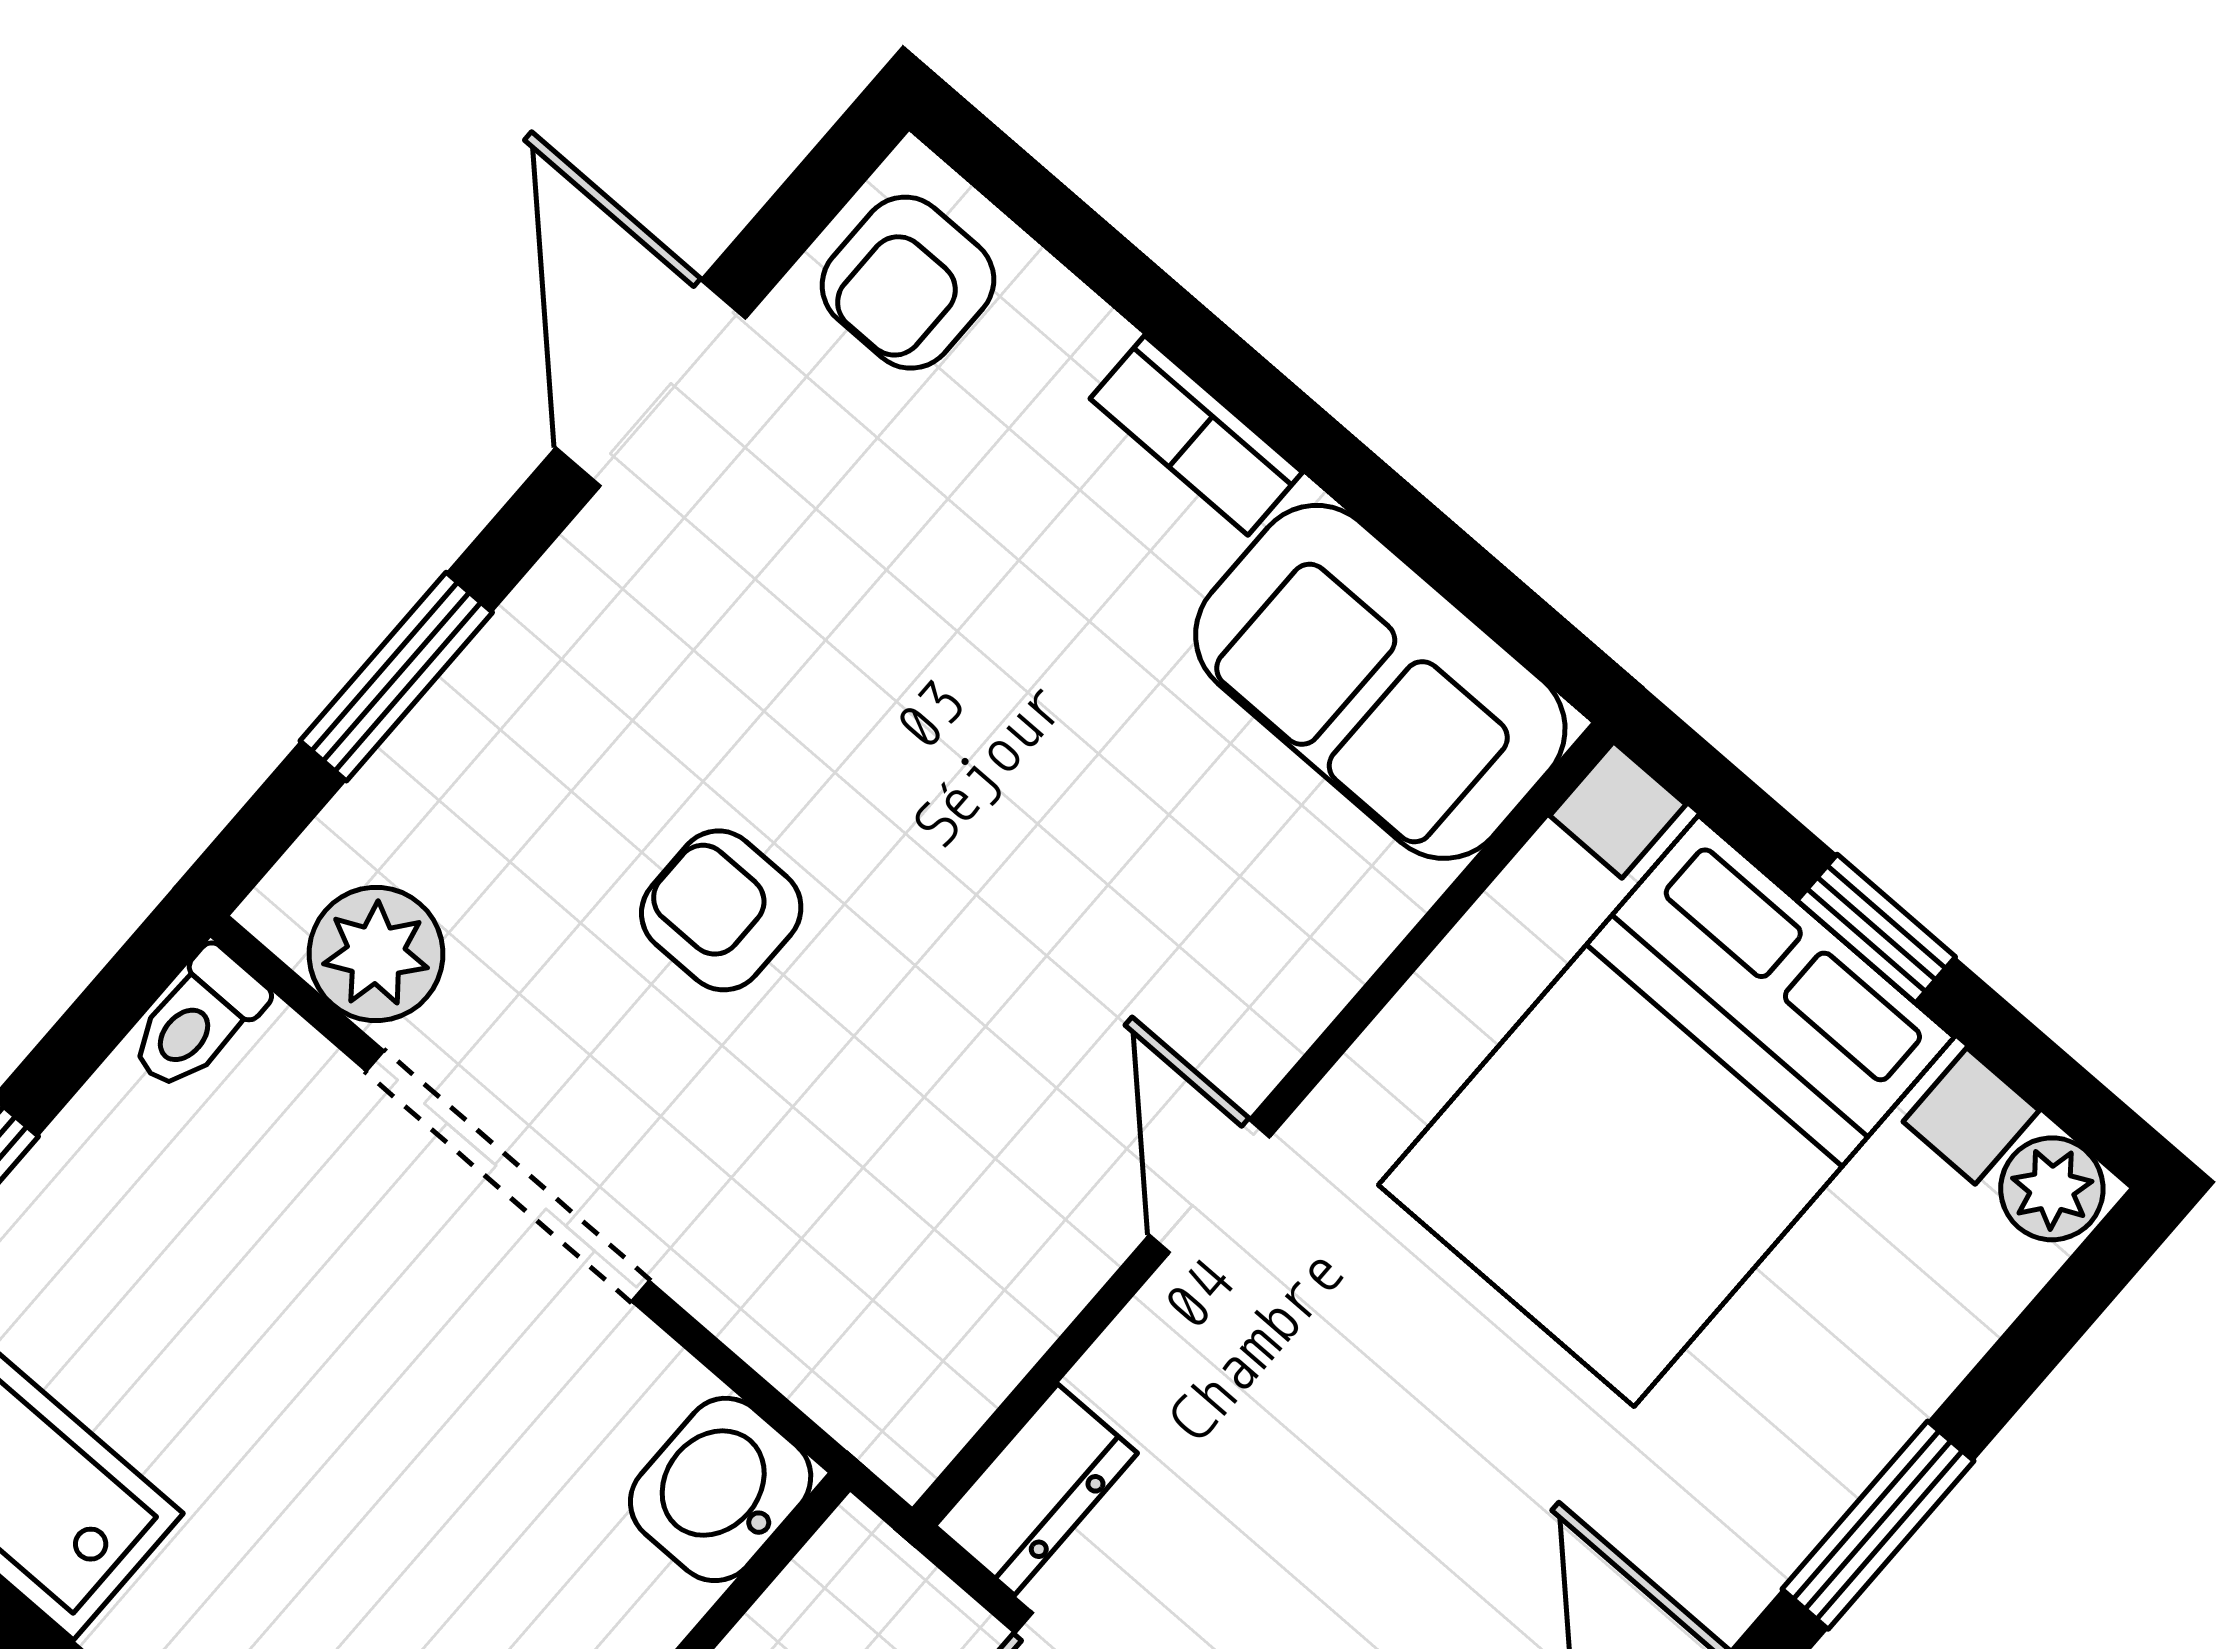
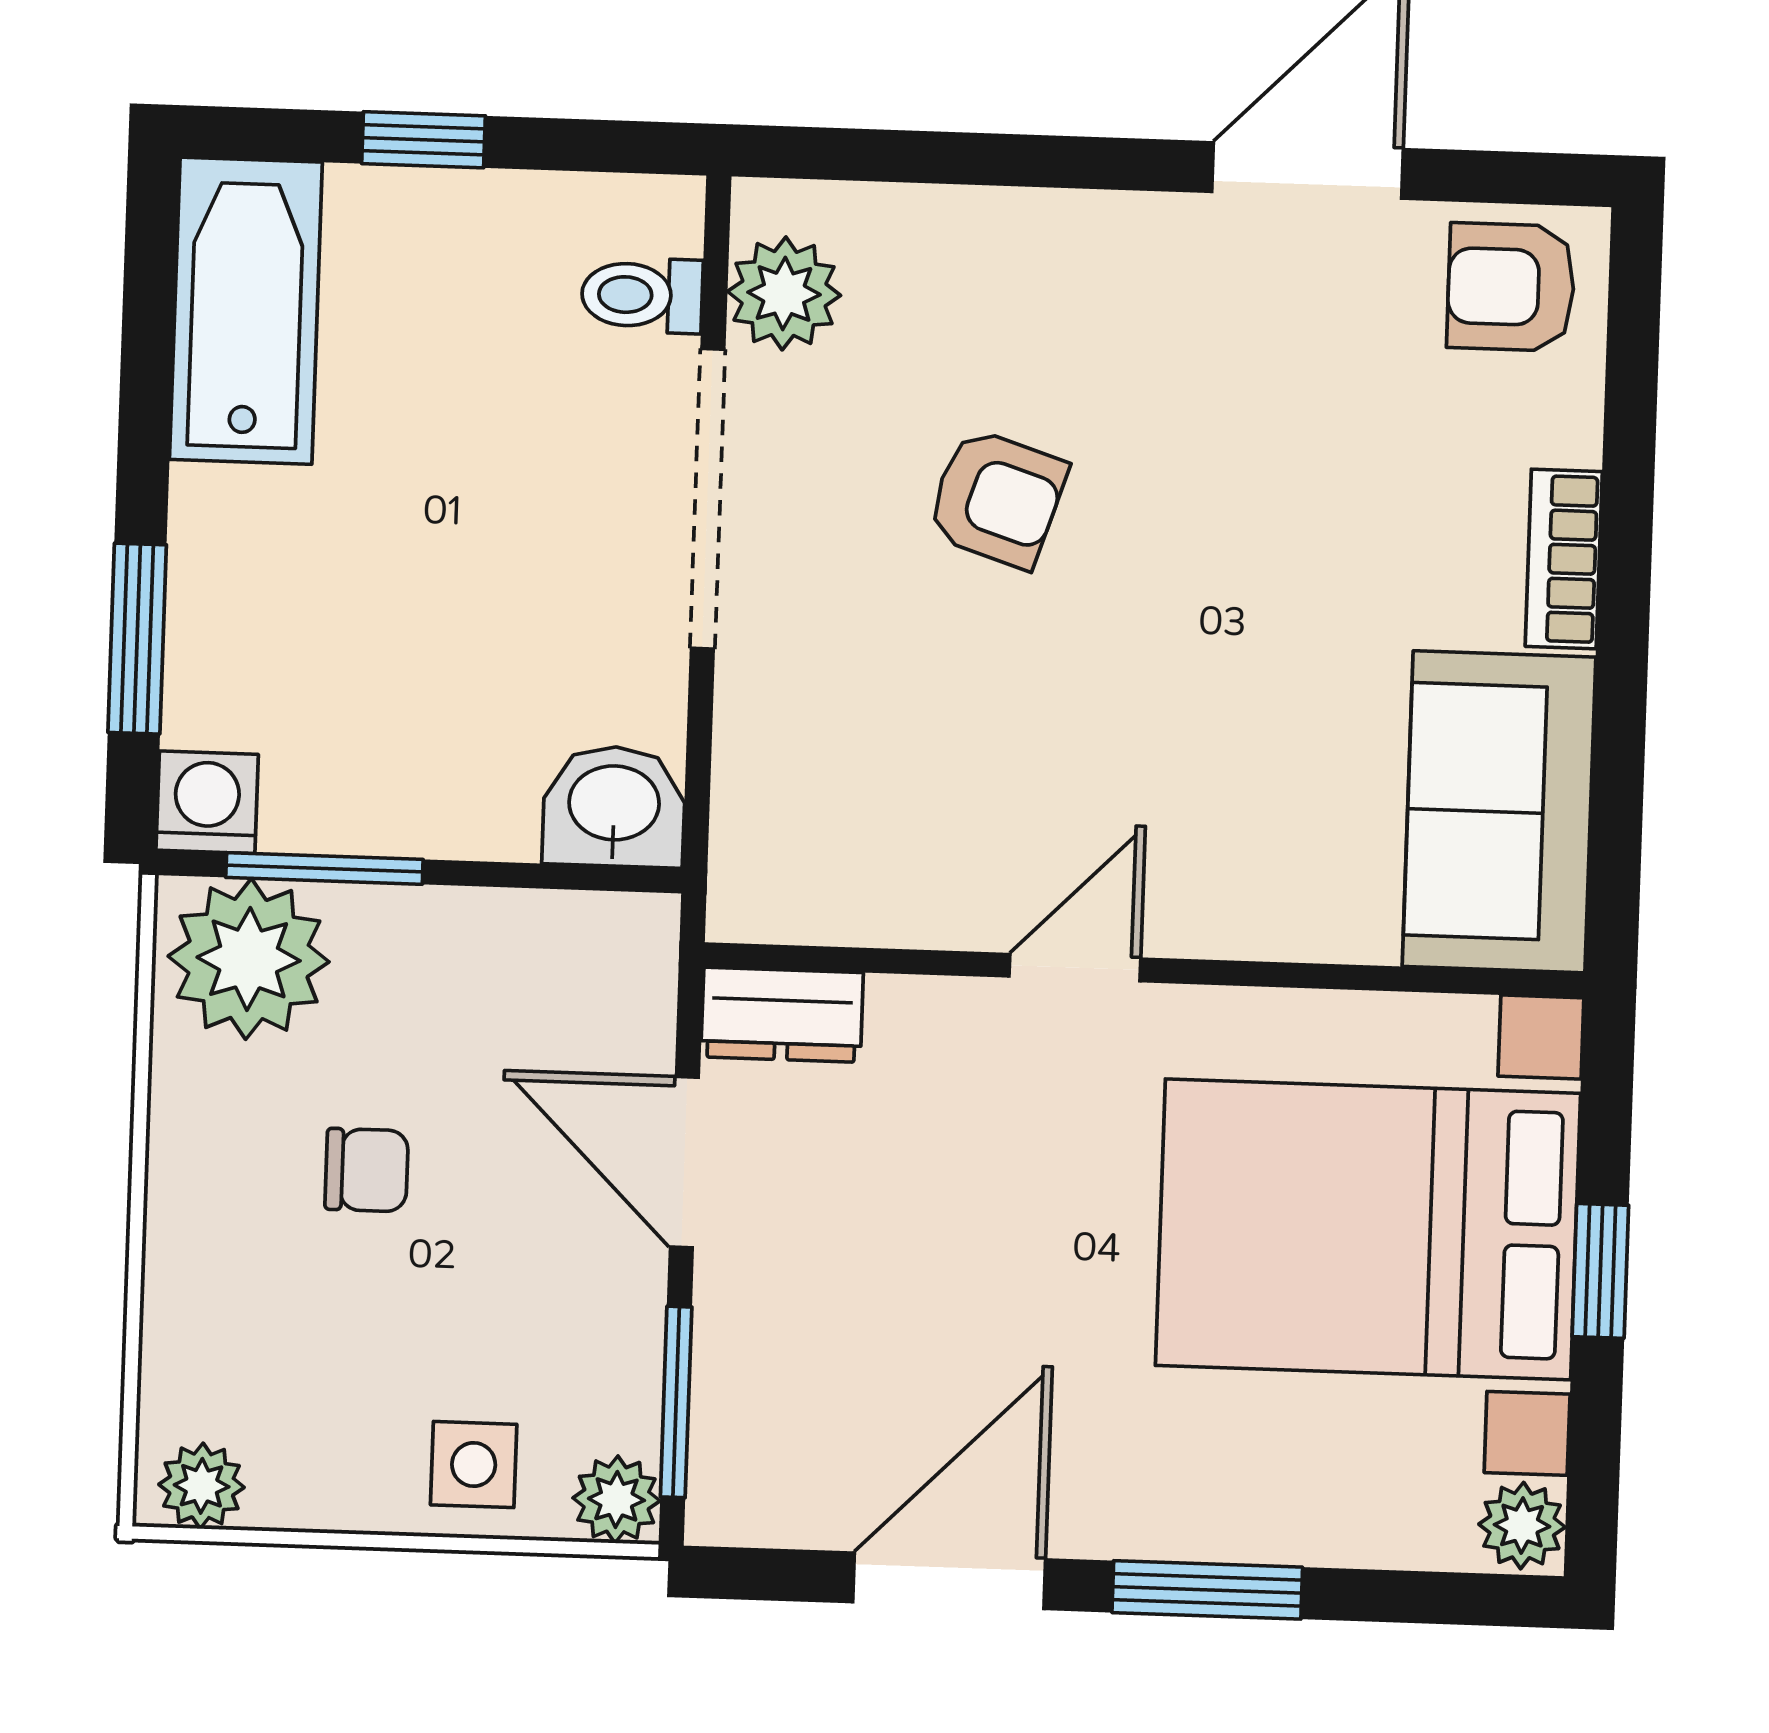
window: (396, 677) -> (978, 159), removed
armchair: (721, 910) -> (997, 498), turned 108
toilet: (197, 1020) -> (642, 295), moved

